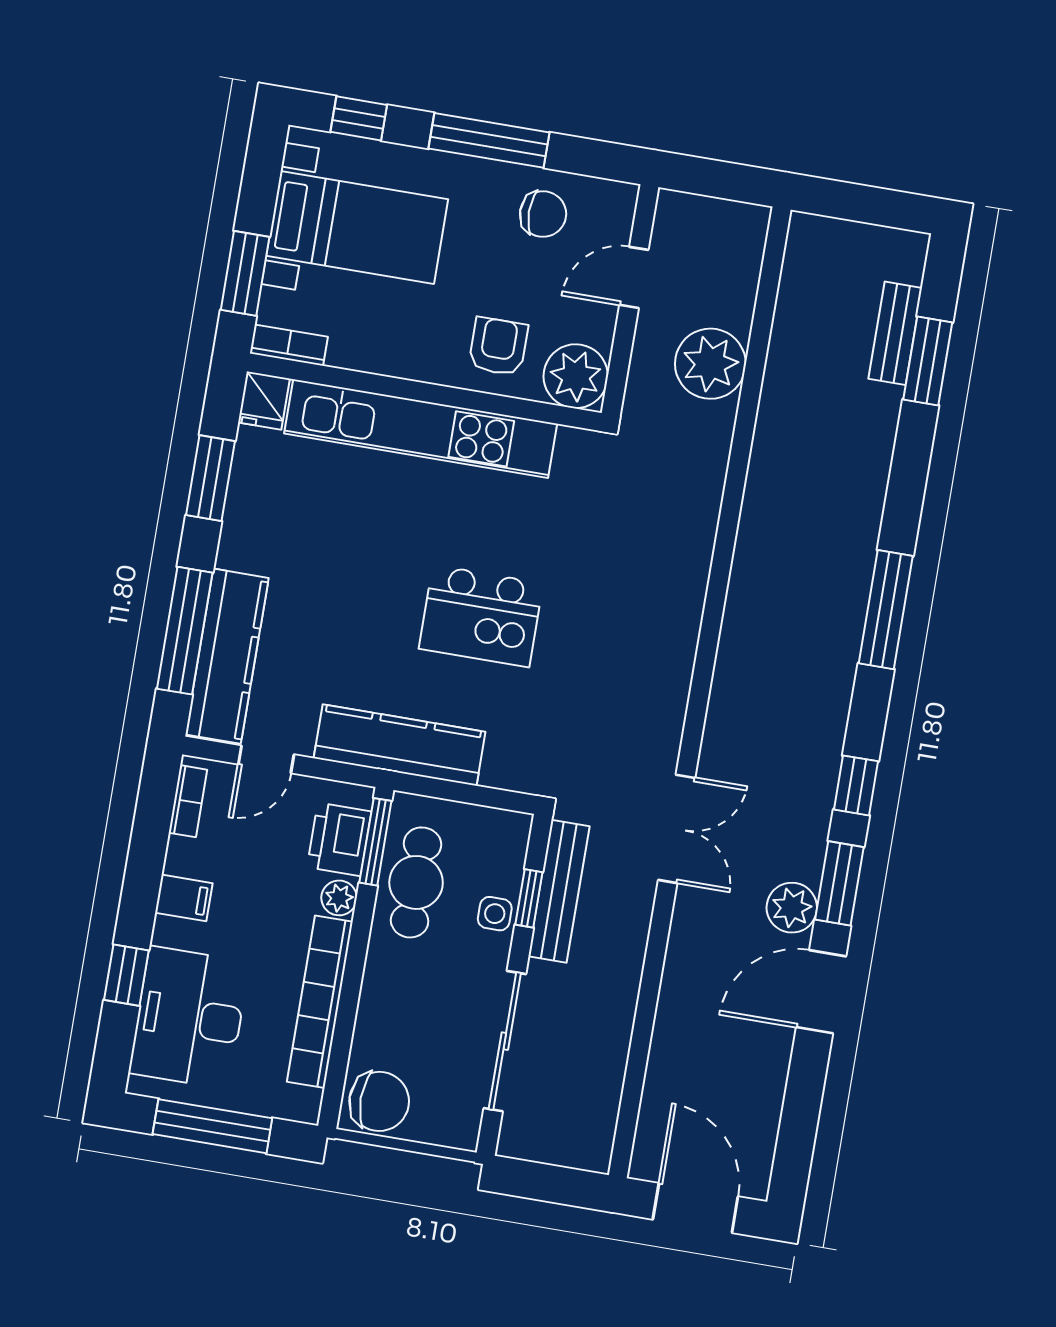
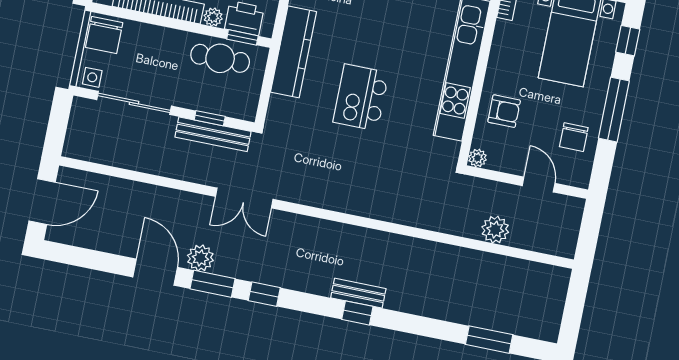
bench: (895, 333) -> (358, 293), moved
plant: (710, 364) -> (495, 230), width x0.73, depth x0.73
plant: (576, 376) -> (478, 158), width x0.53, depth x0.53
window: (886, 610) -> (357, 313), width x0.46
window: (375, 842) -> (242, 37), width x0.67
side table: (495, 914) -> (92, 77), moved

